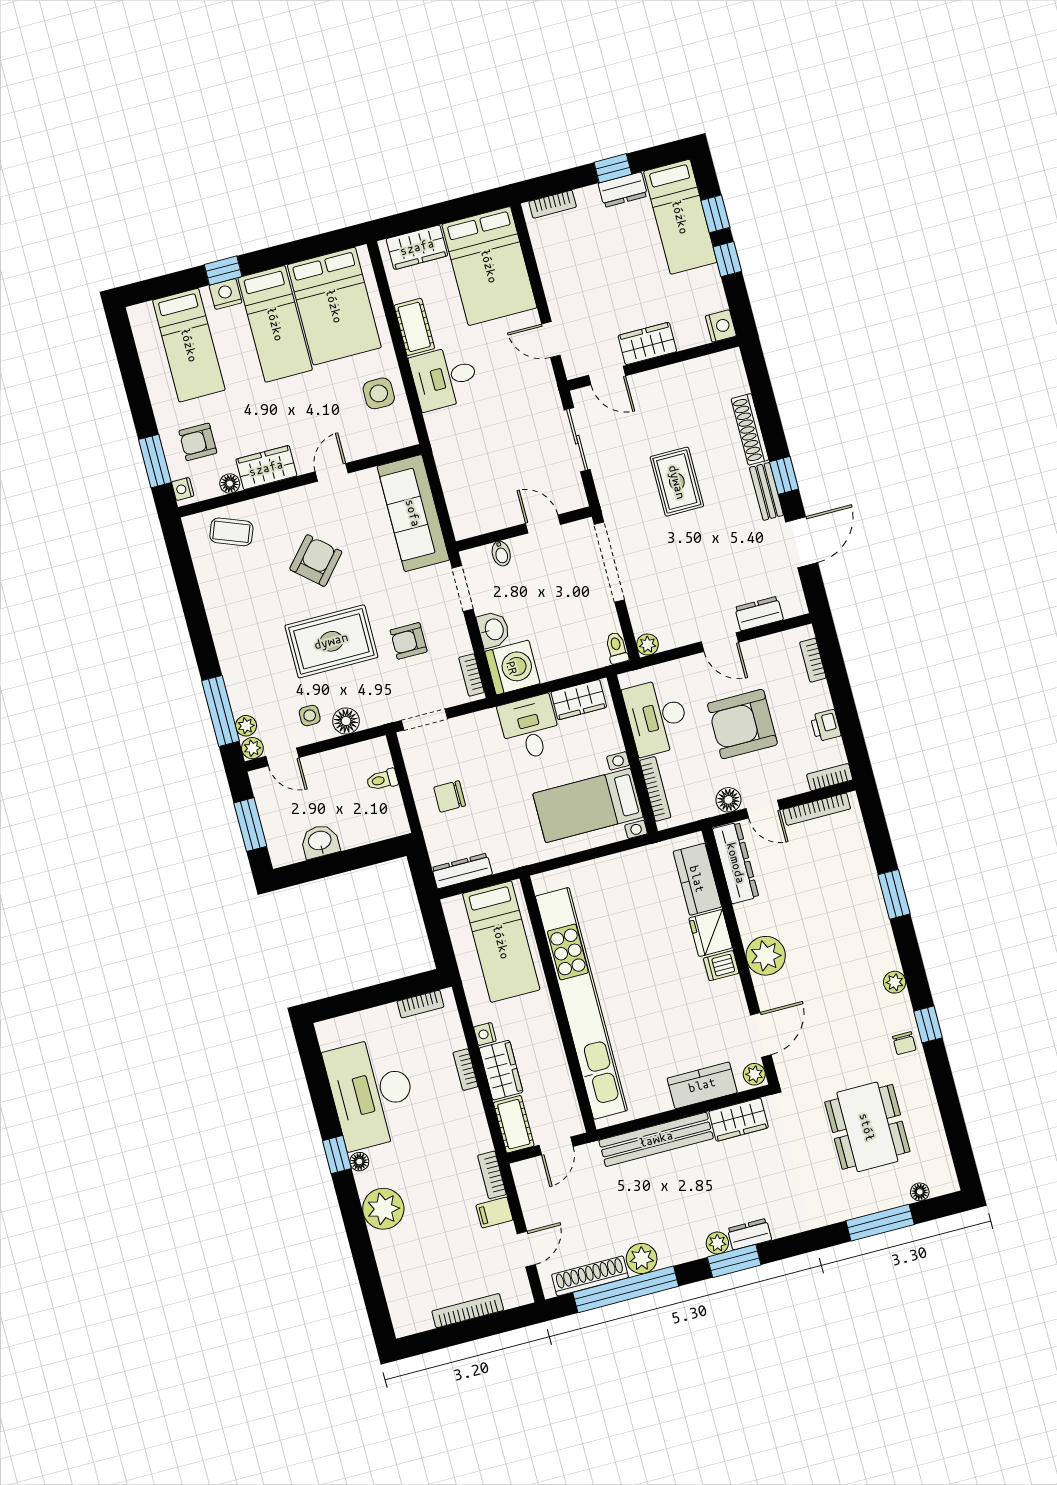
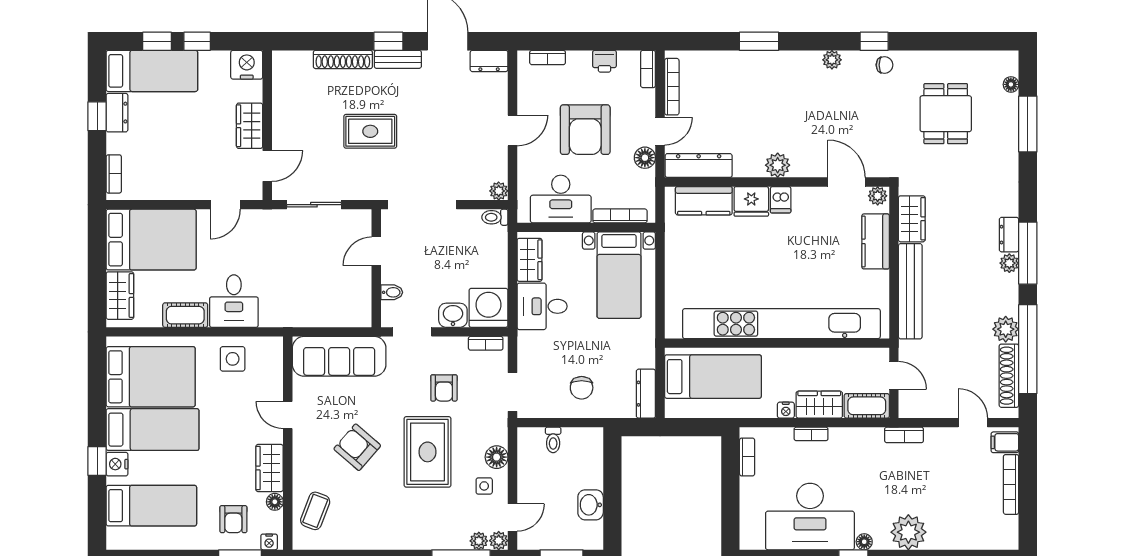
nightstand: (721, 326) -> (247, 65), width x1.36, depth x1.33
dresser: (759, 614) -> (489, 61), moved, turned -90
plant: (766, 956) -> (778, 165), width x0.73, depth x0.73
dining table: (867, 1127) -> (946, 114), width x0.73
filing cabinet: (494, 1212) -> (1005, 442), moved, turned 90
window: (734, 1261) -> (1028, 253), width x1.44

